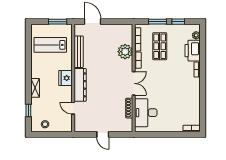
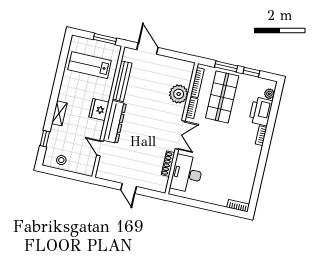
shop shelf: (160, 46) -> (222, 97), width x1.43, depth x1.36

